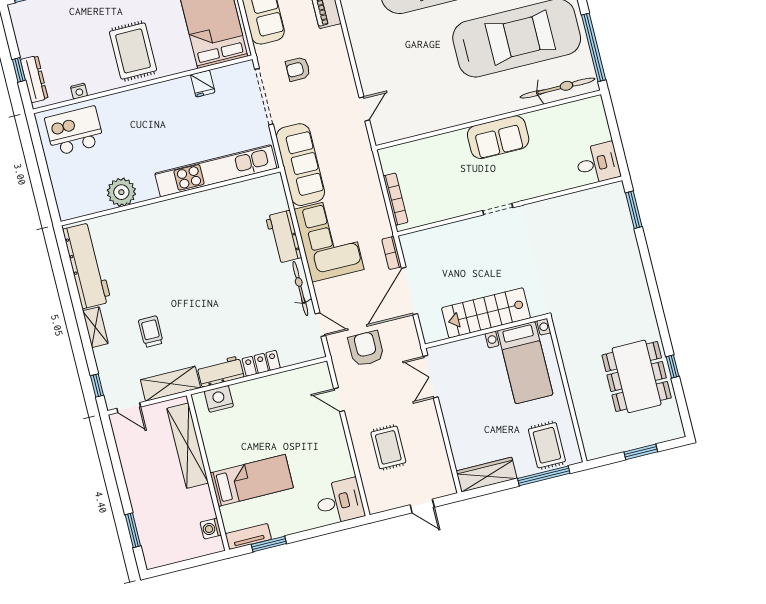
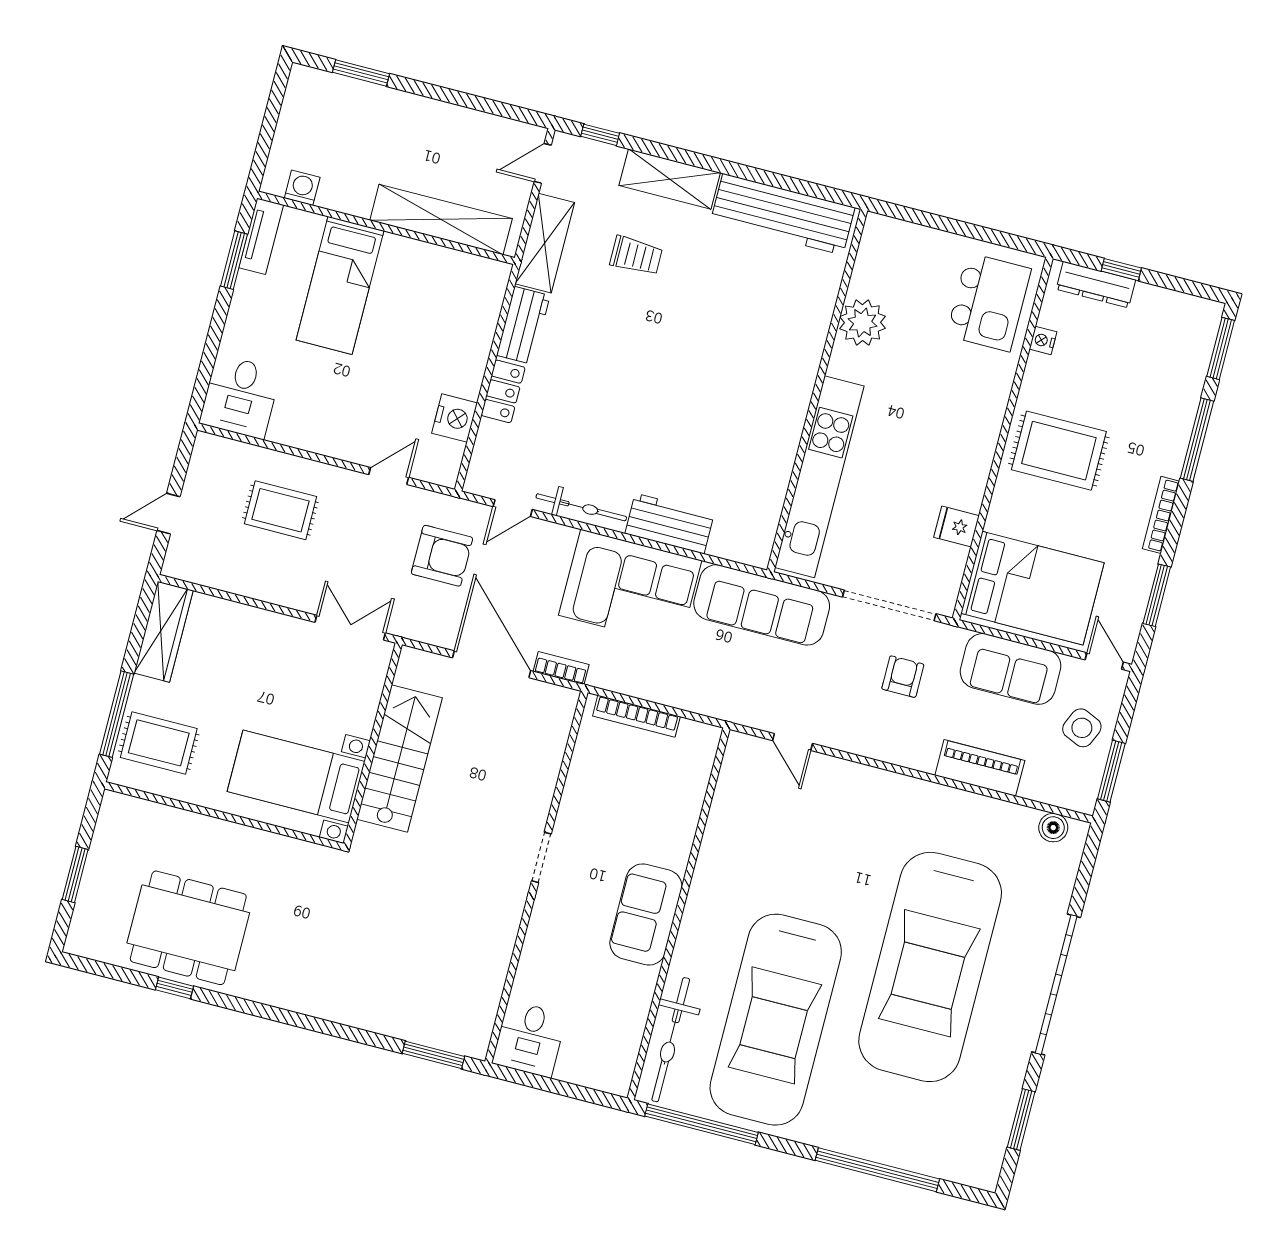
shelving: (95, 327) -> (670, 179), width x1.50, depth x1.33
nightstand: (219, 399) -> (455, 418), moved

